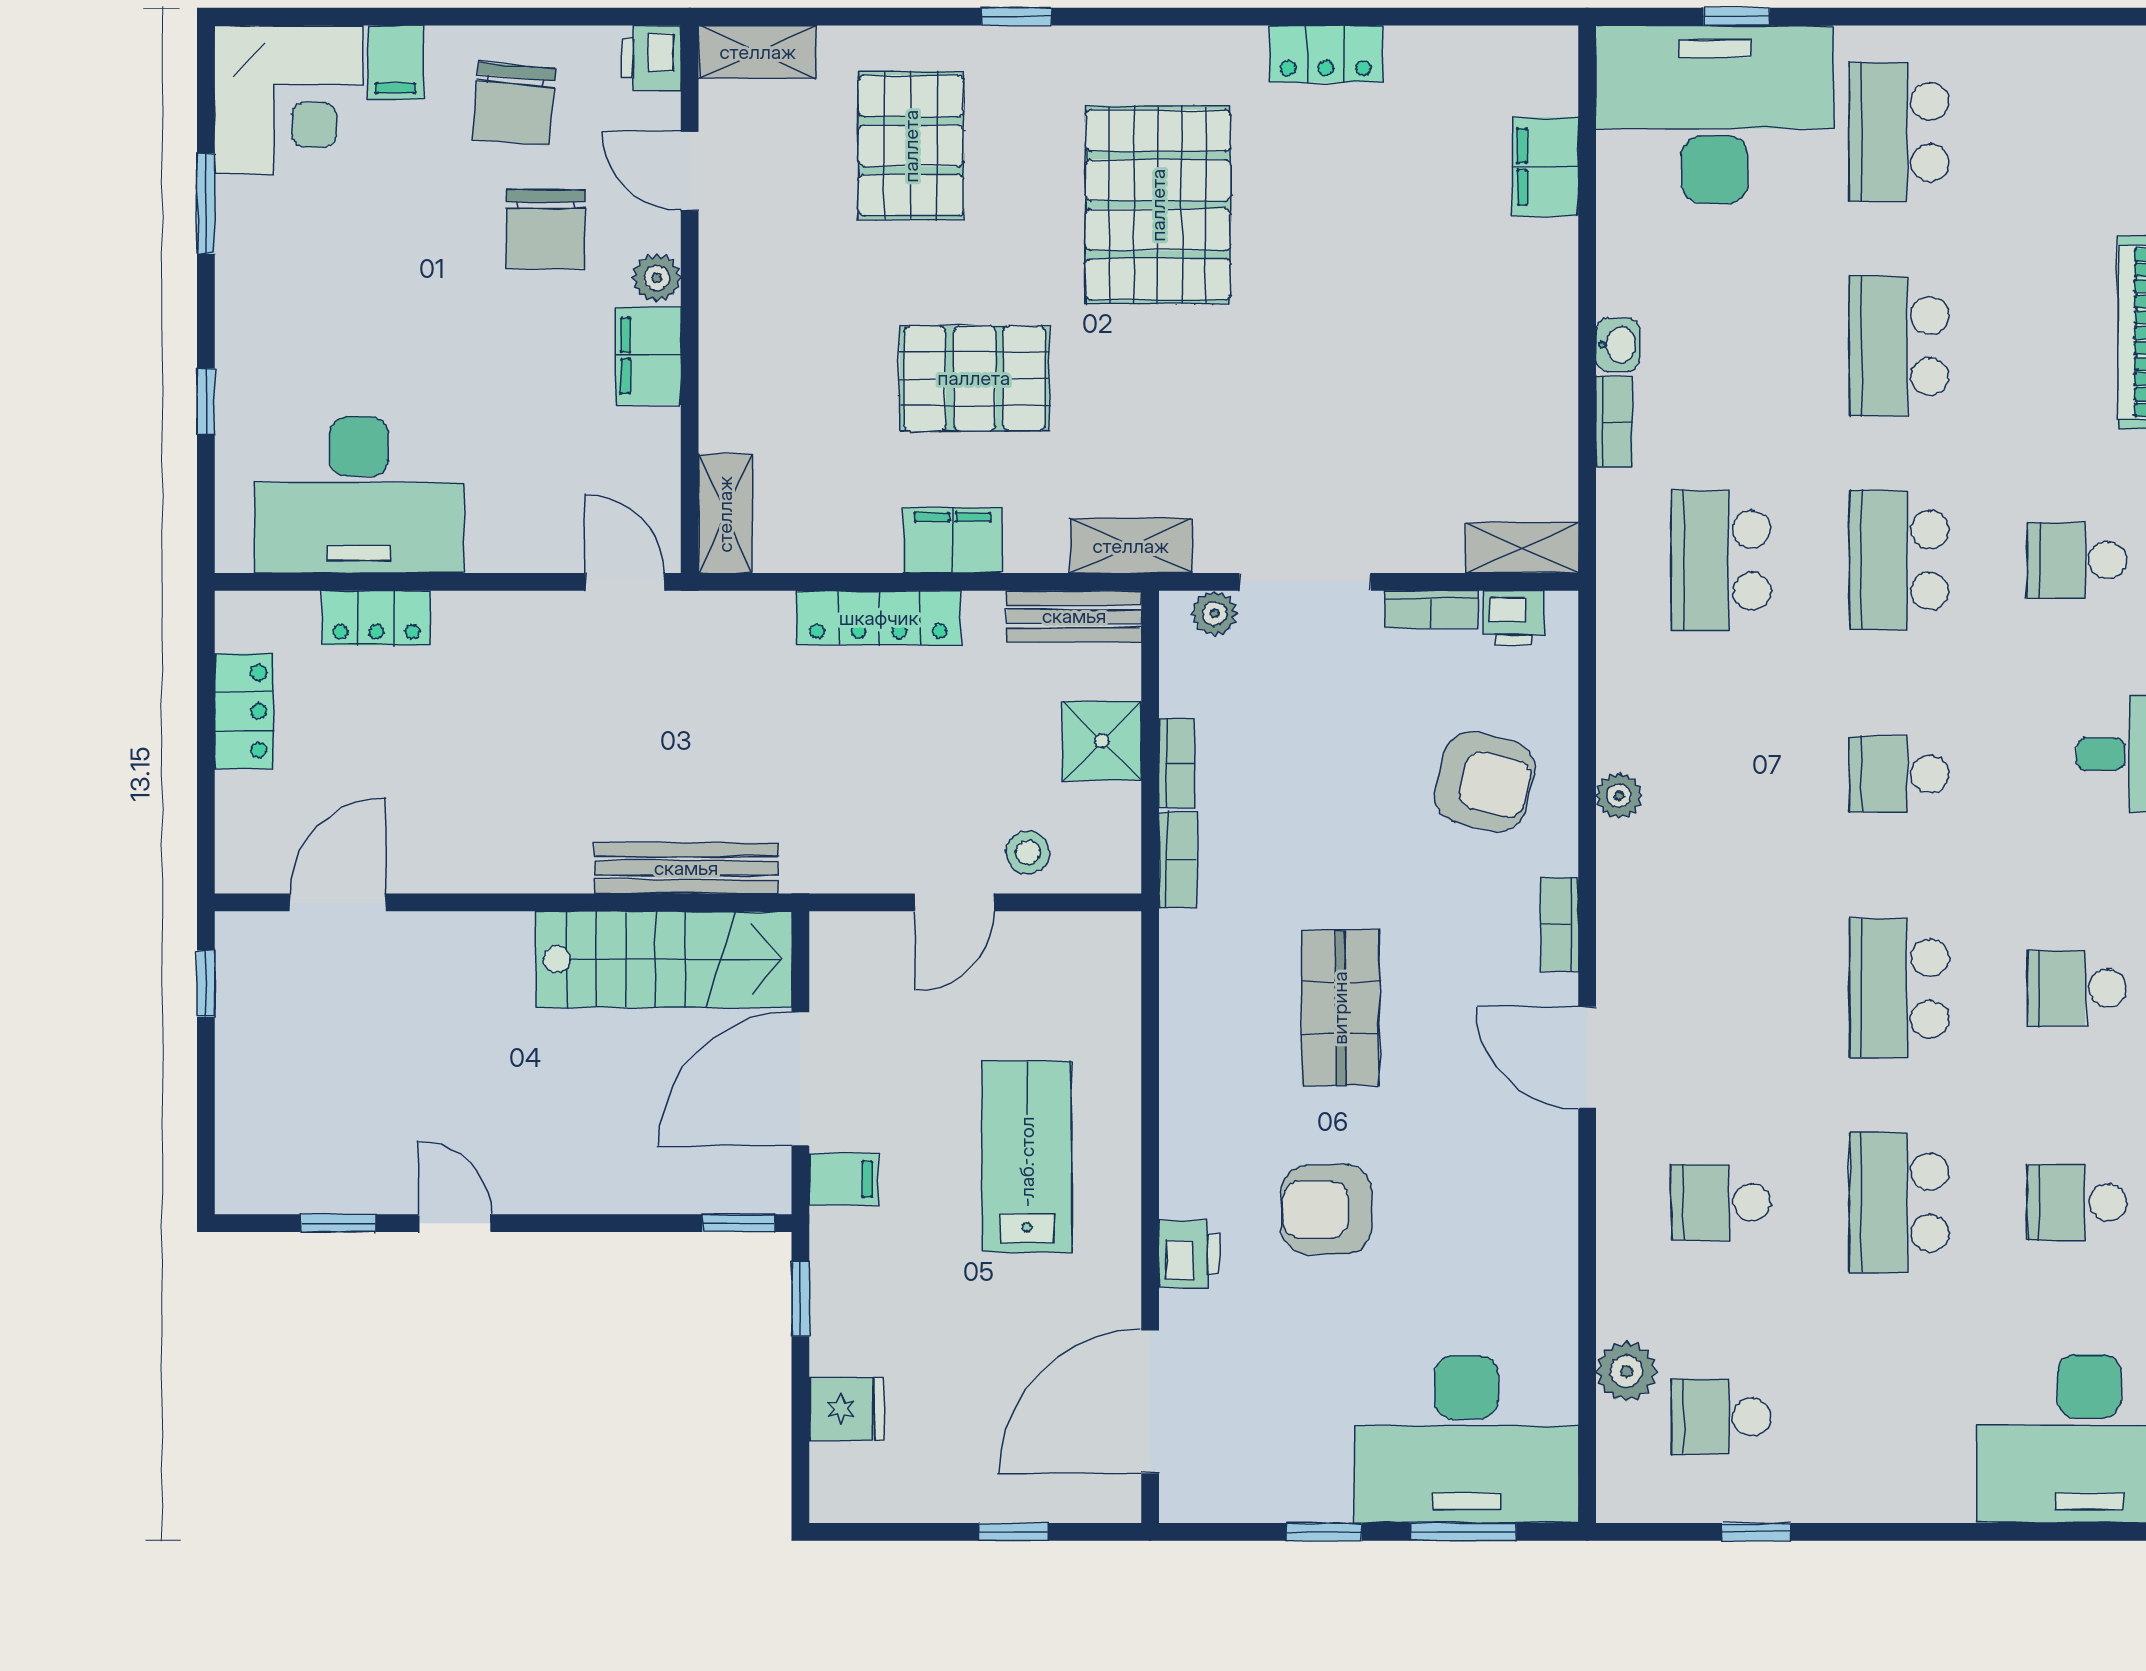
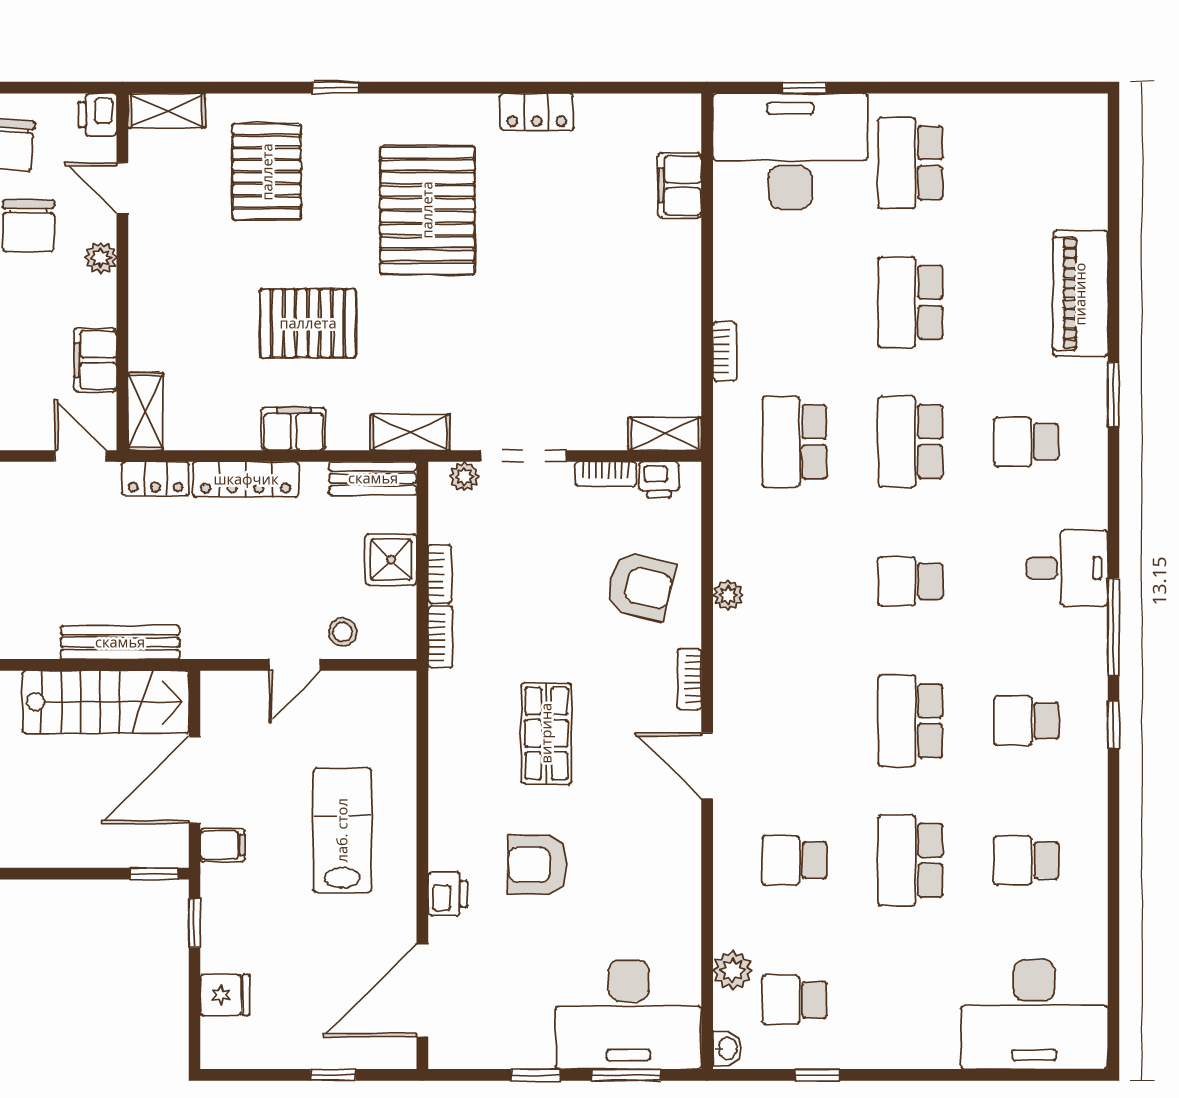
washbasin: (1618, 345) -> (727, 1048), moved
filing cabinet: (648, 356) -> (95, 360), moved
locker: (741, 617) -> (156, 479), added

